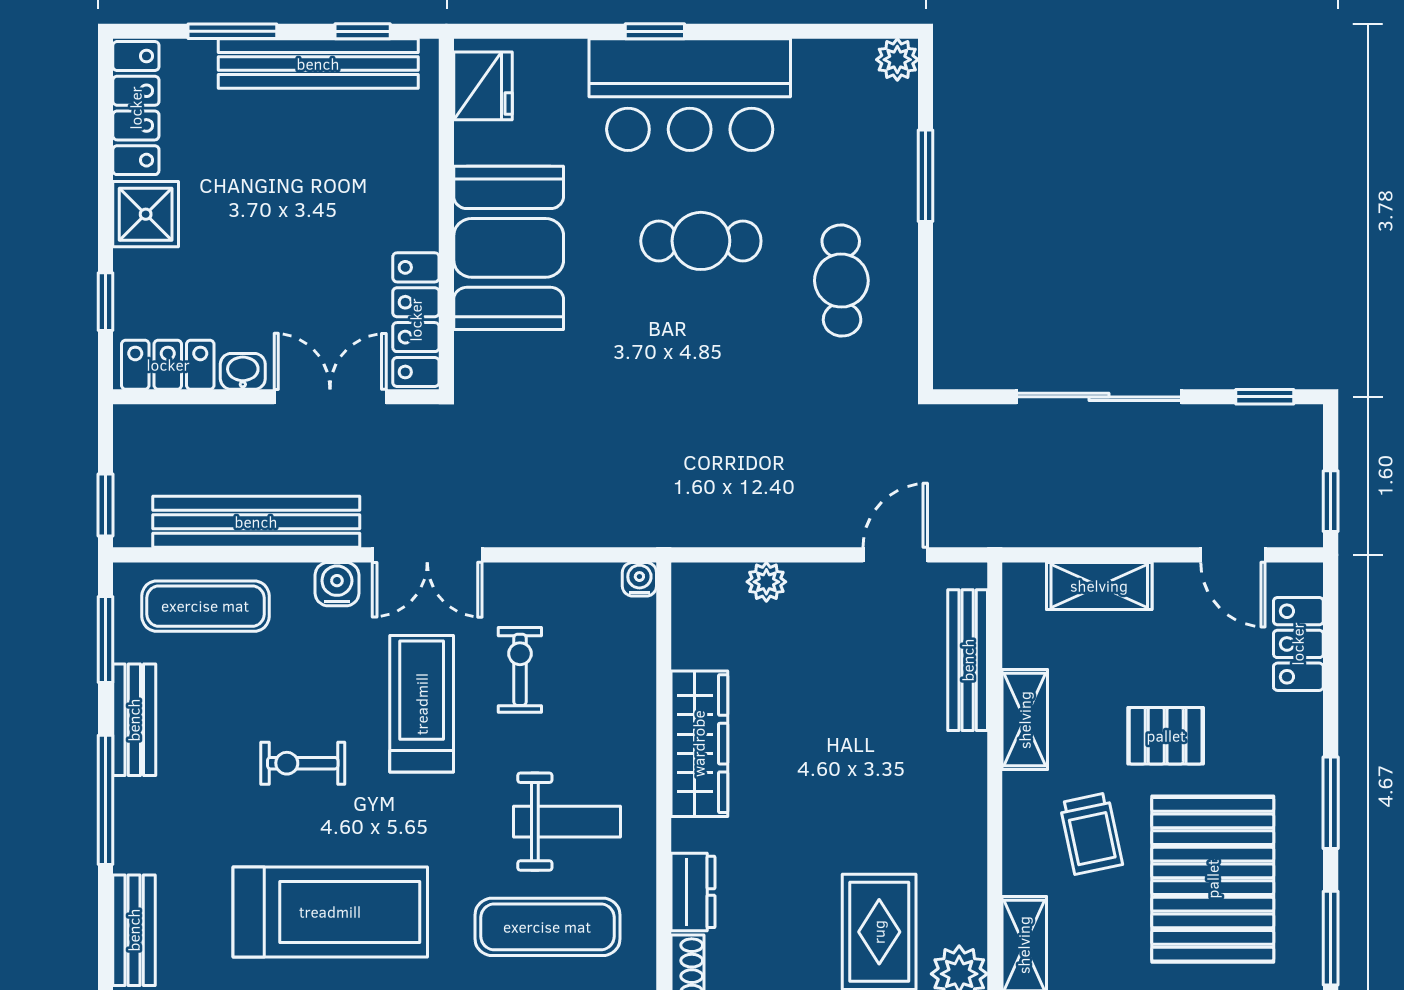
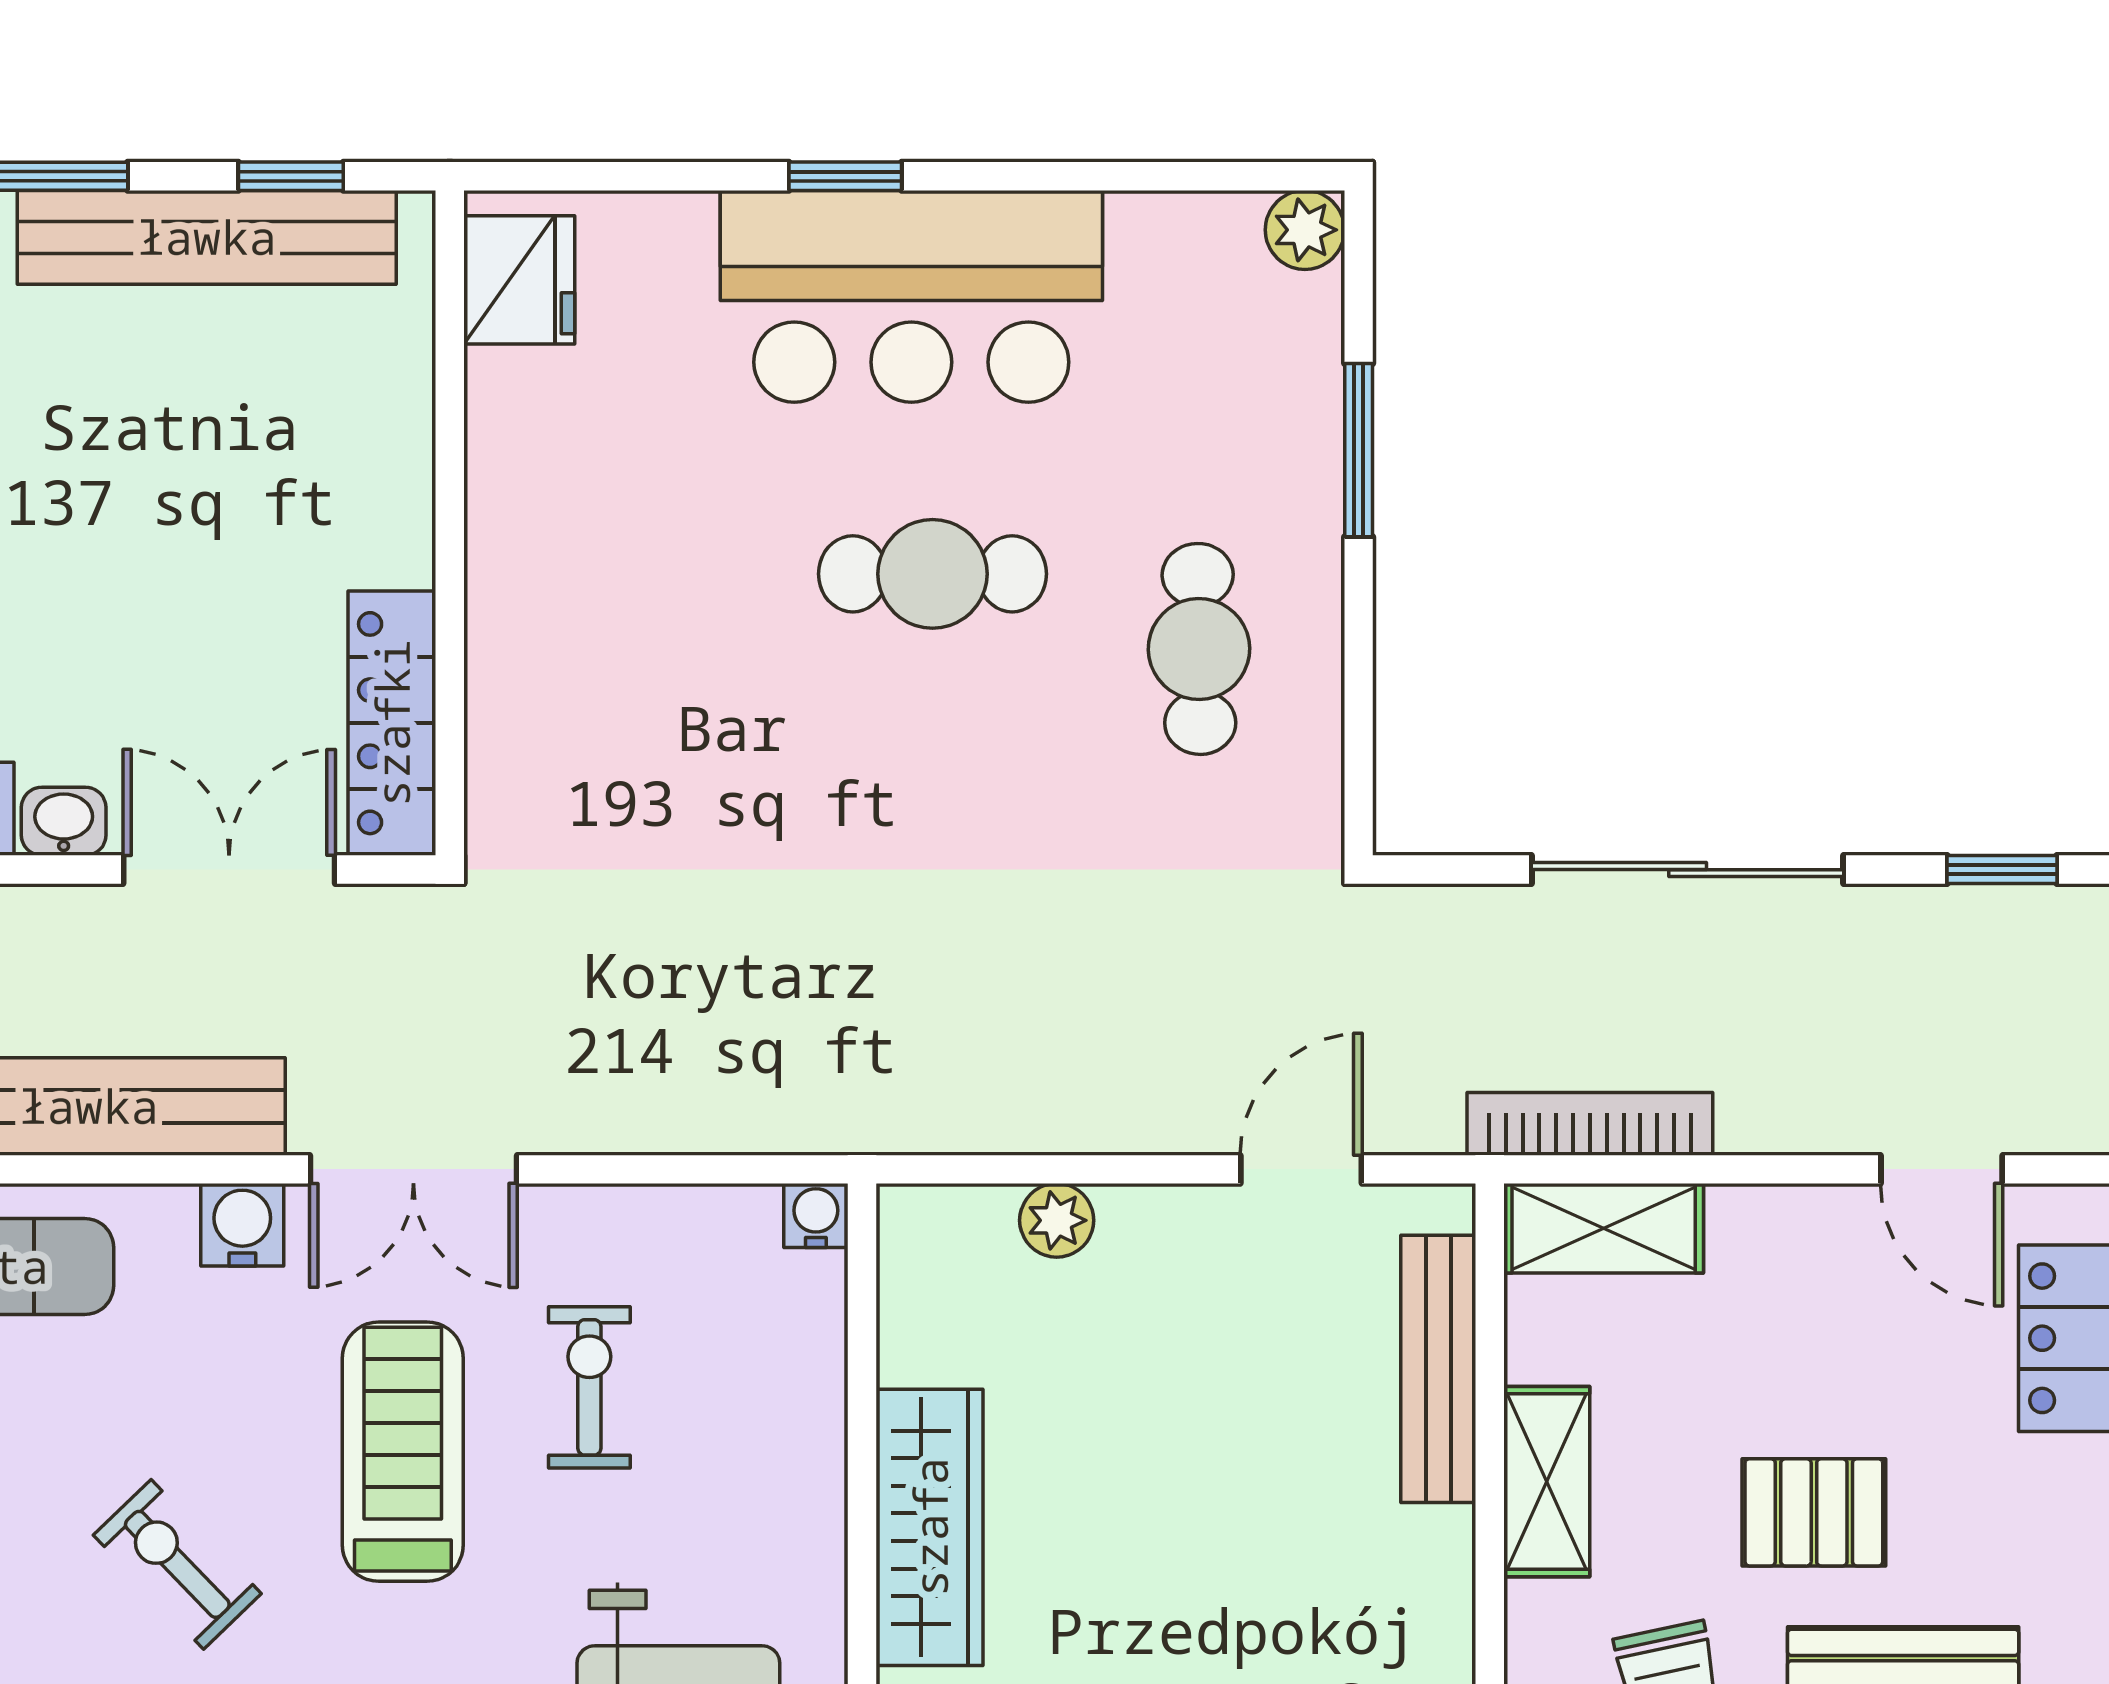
booth: (509, 248) -> (568, 587), removed
bookcase: (1048, 531) -> (1590, 1124), added
shelving: (1099, 586) -> (1604, 1228), moved
exercise bike: (303, 763) -> (177, 1564), turned 46

